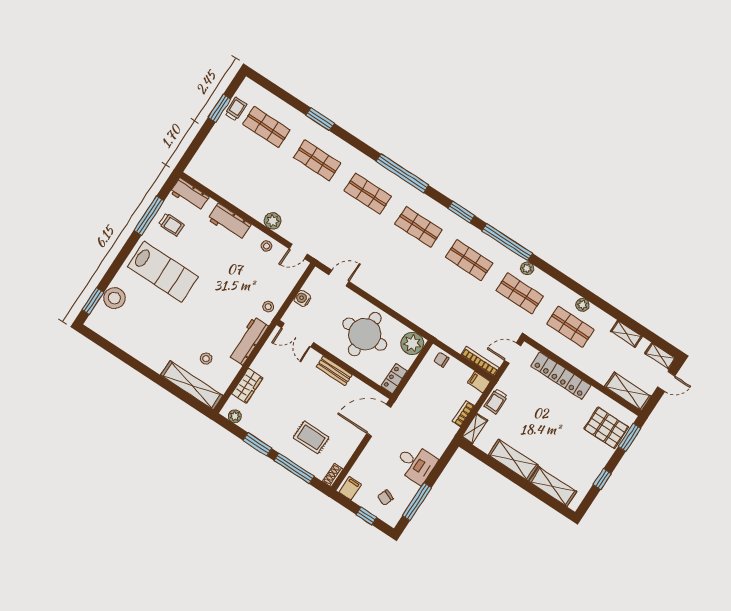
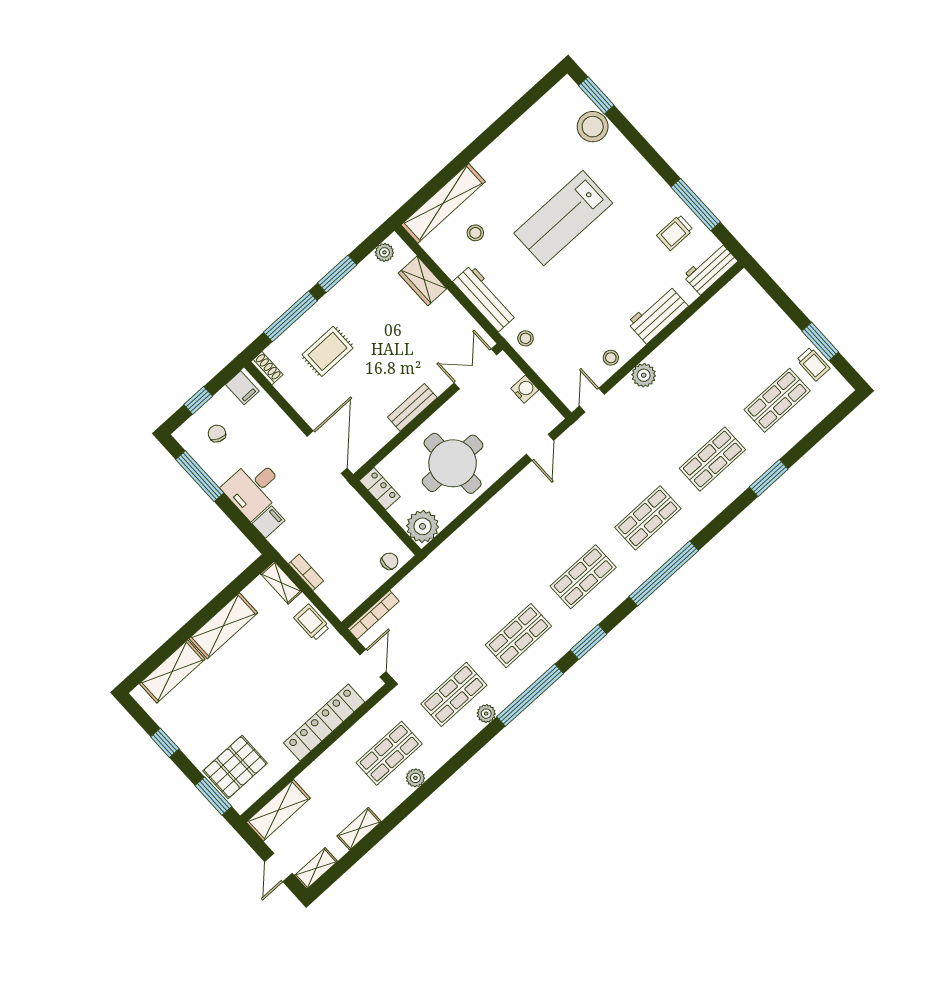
lab bench: (163, 272) -> (563, 218), moved
filing cabinet: (479, 382) -> (268, 522), moved

